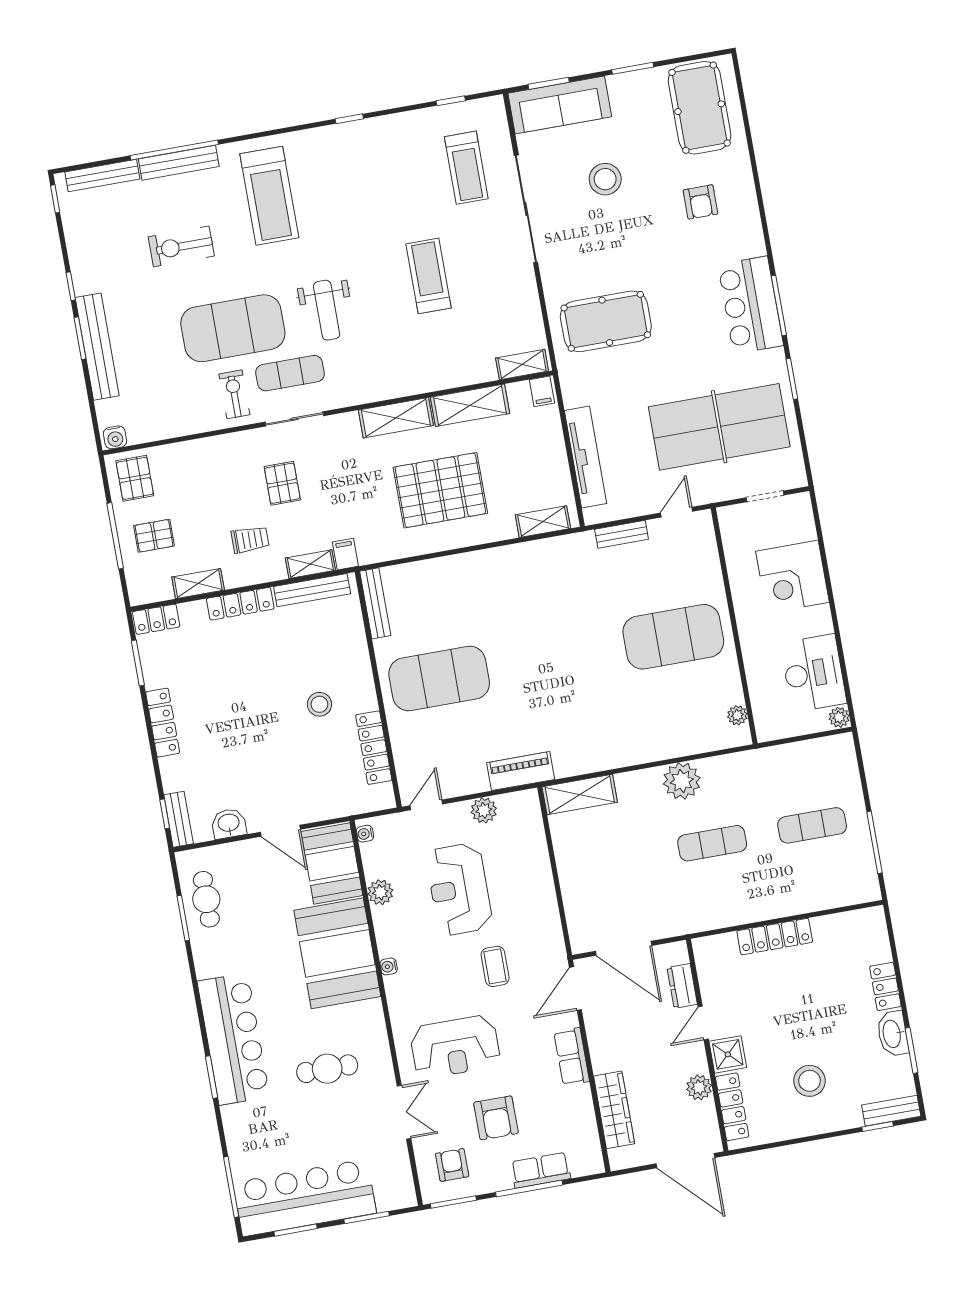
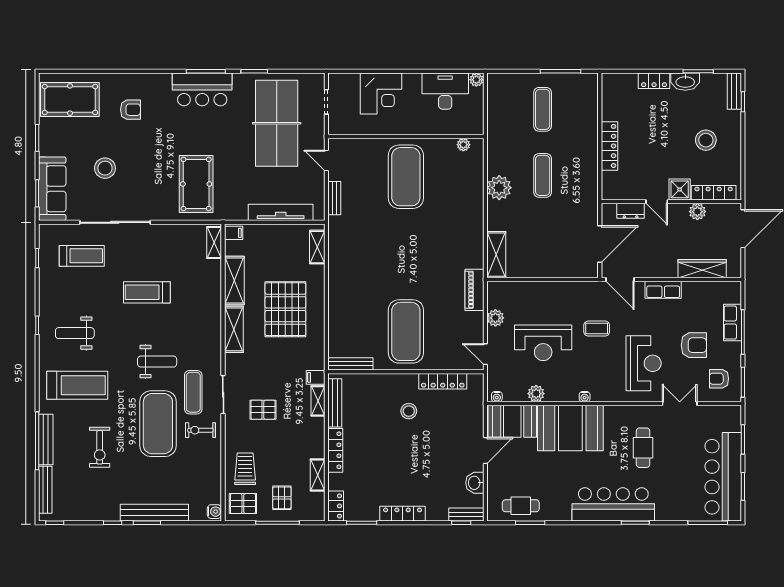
weight bench: (347, 178) -> (75, 333), added
trolley: (250, 539) -> (245, 469), moved, width x1.36, depth x1.39

